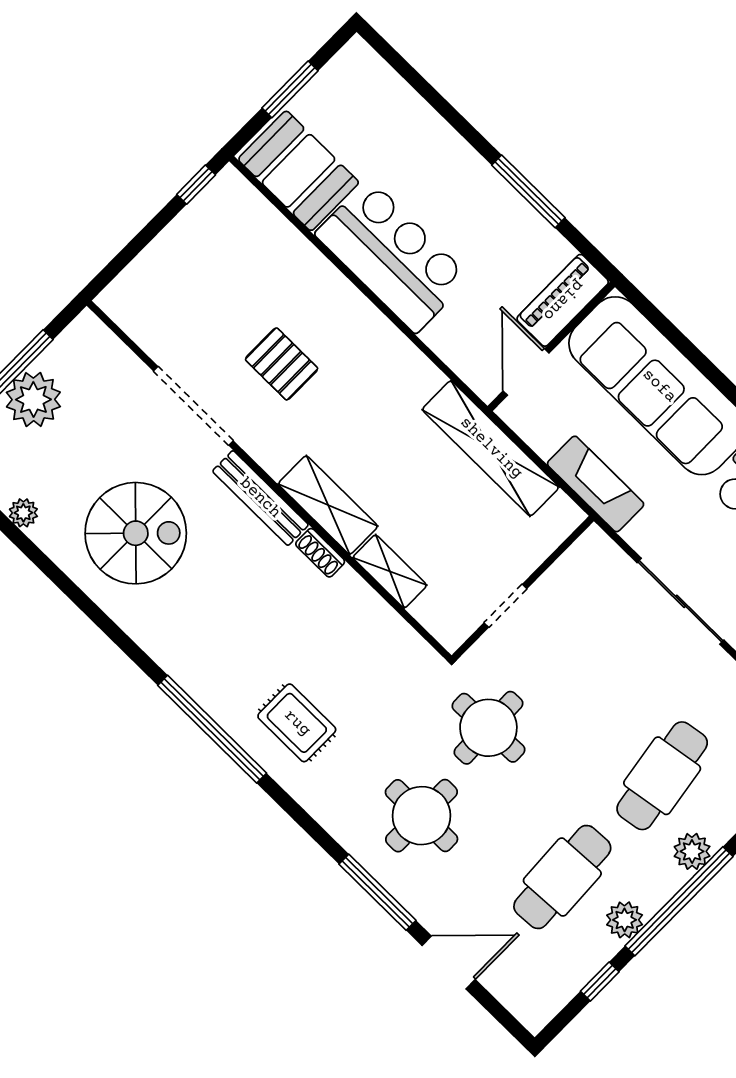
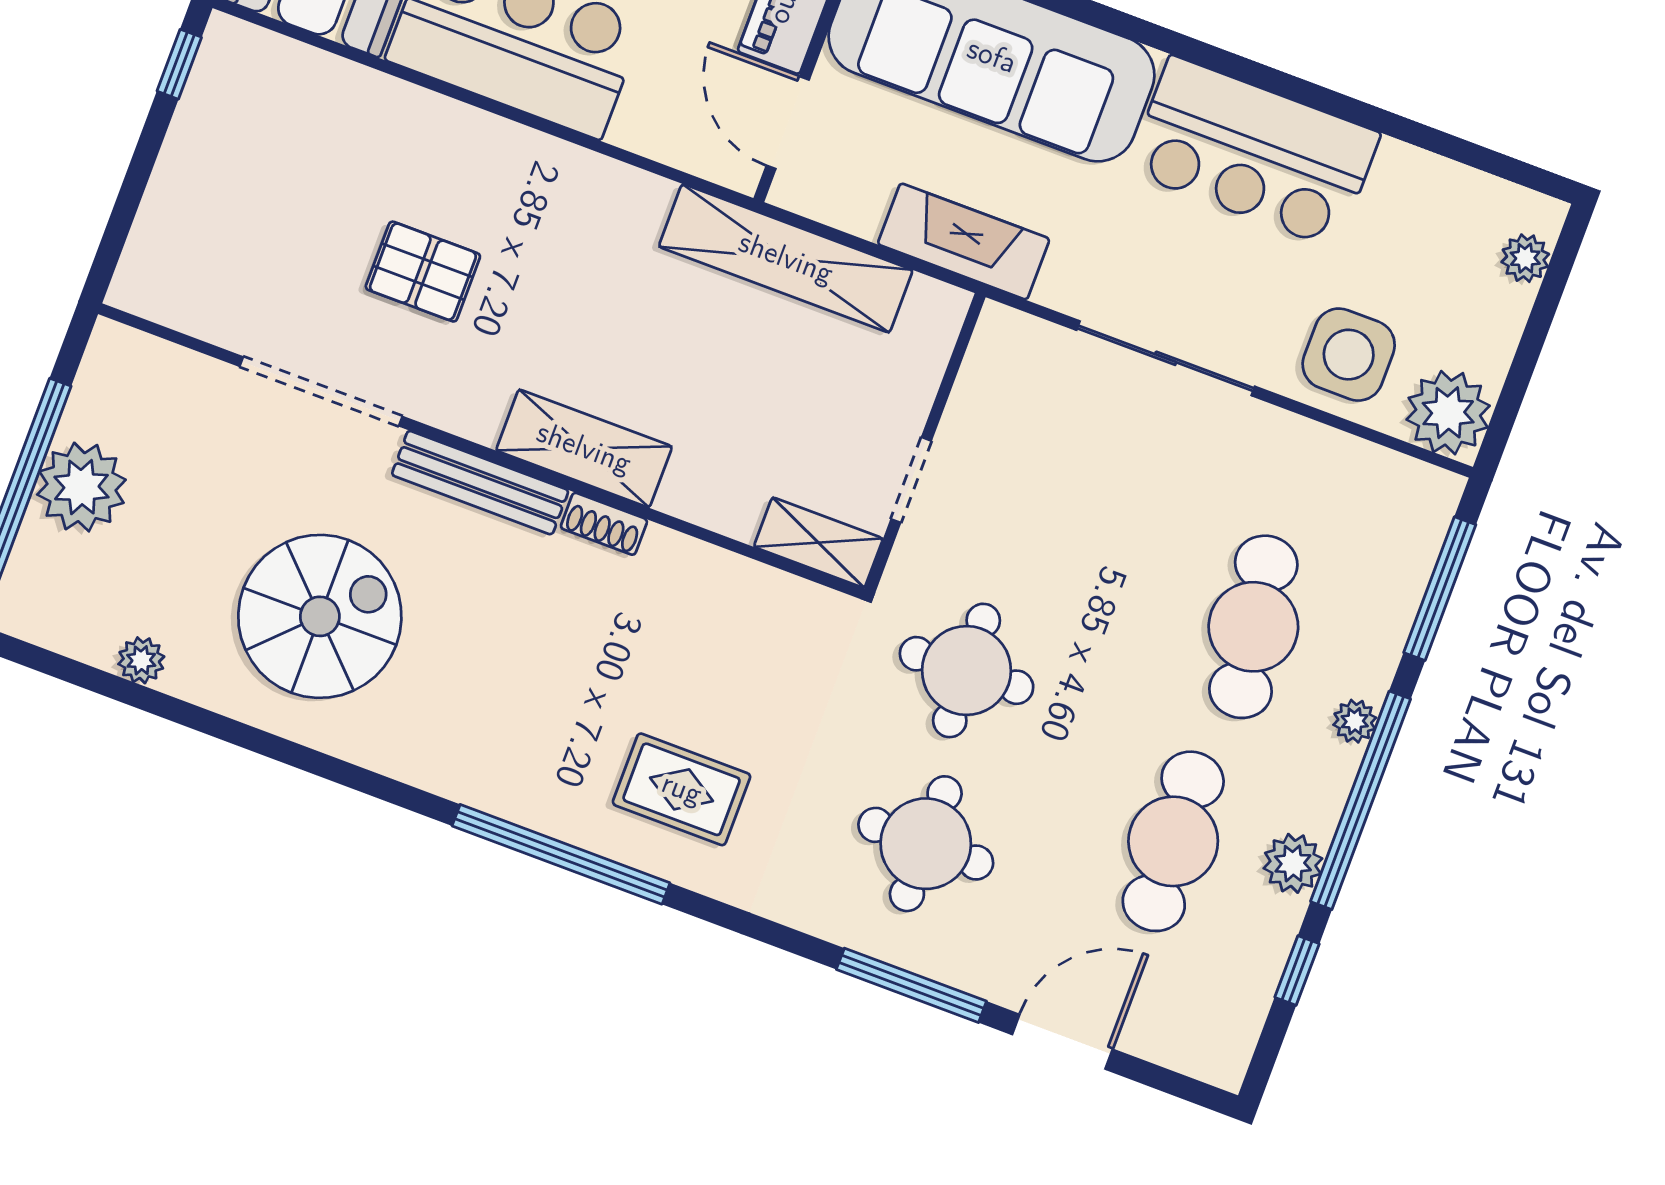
shelving: (390, 571) -> (818, 543), moved
plant: (692, 851) -> (1355, 721), width x0.73, depth x0.73

